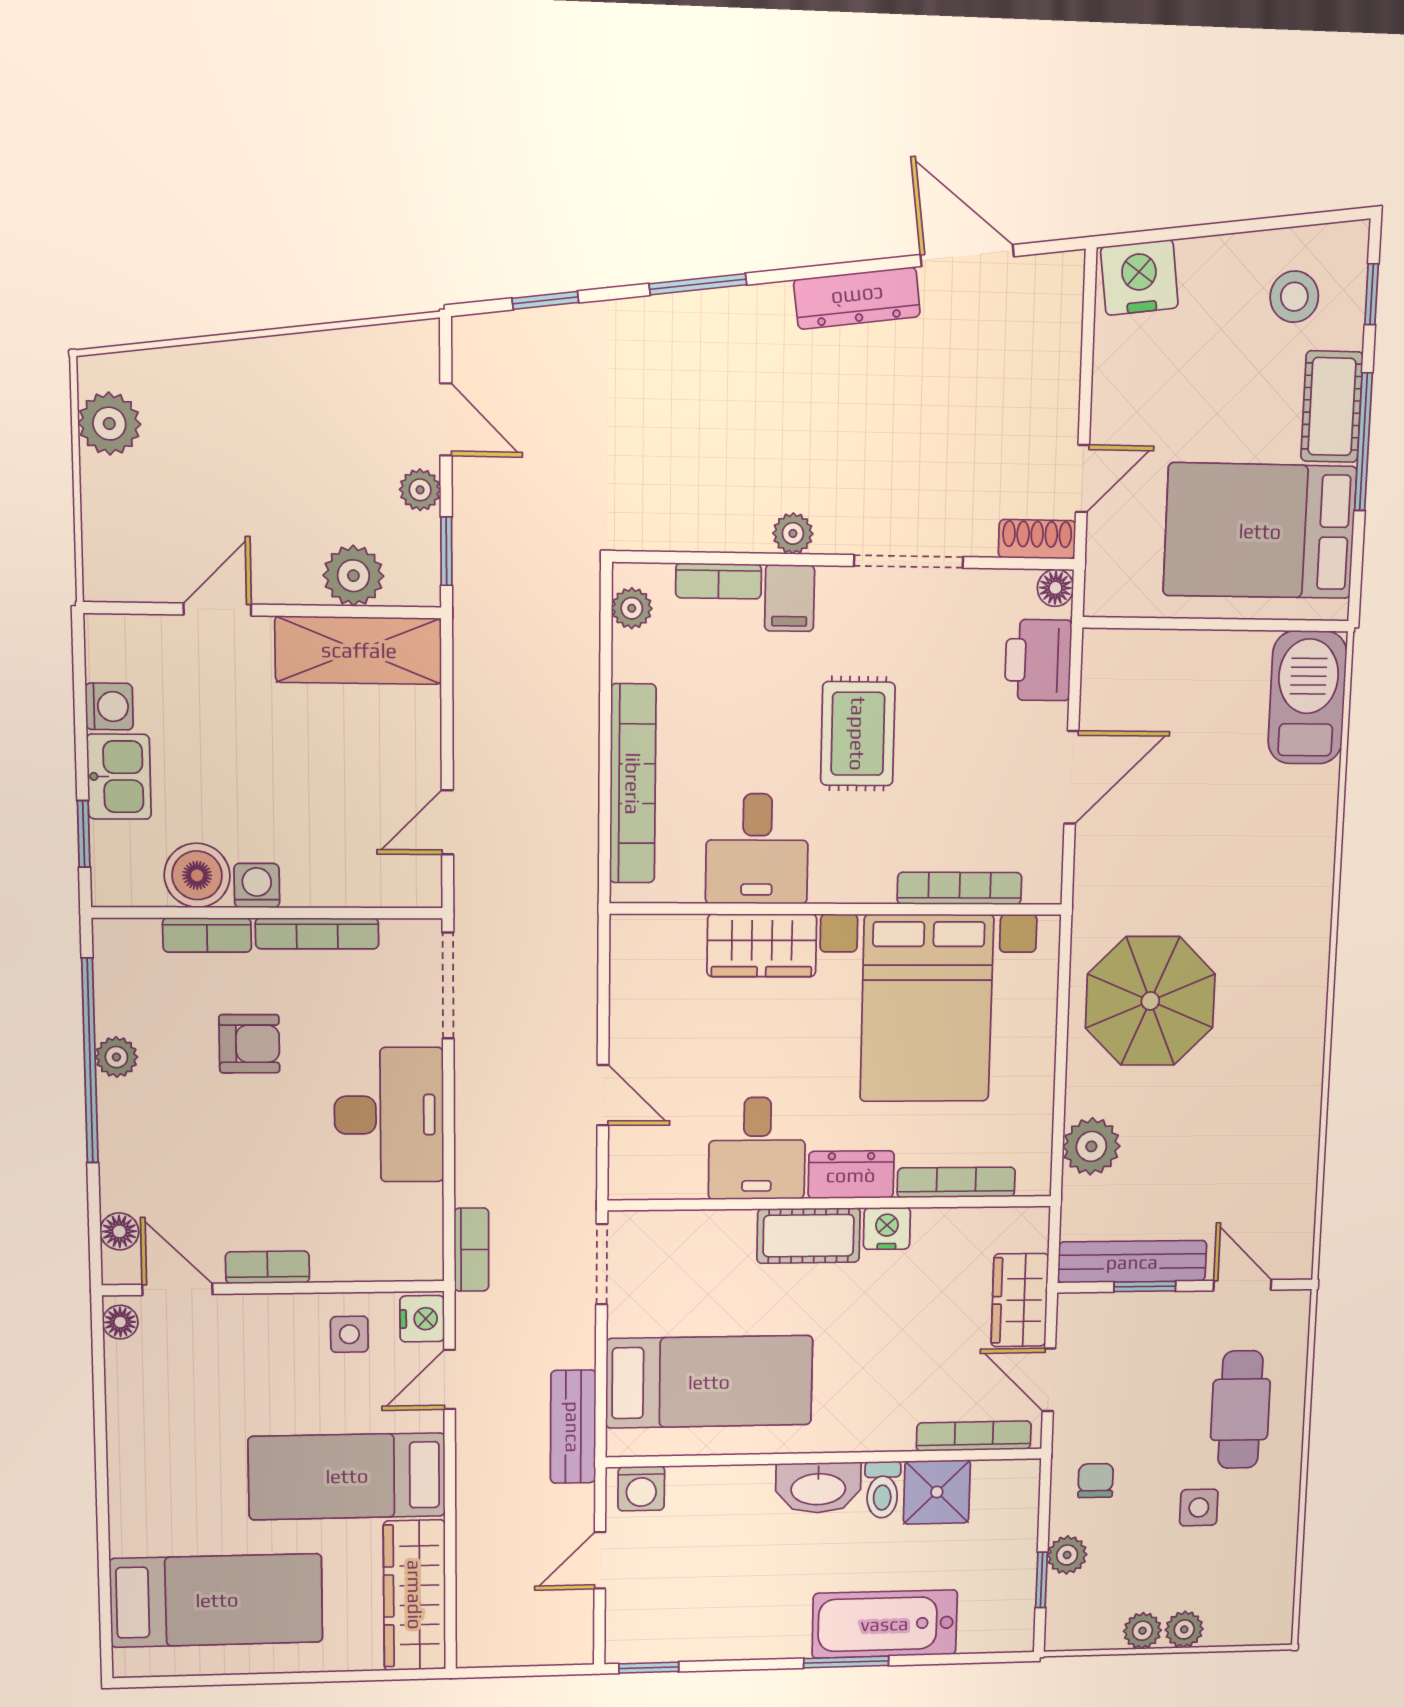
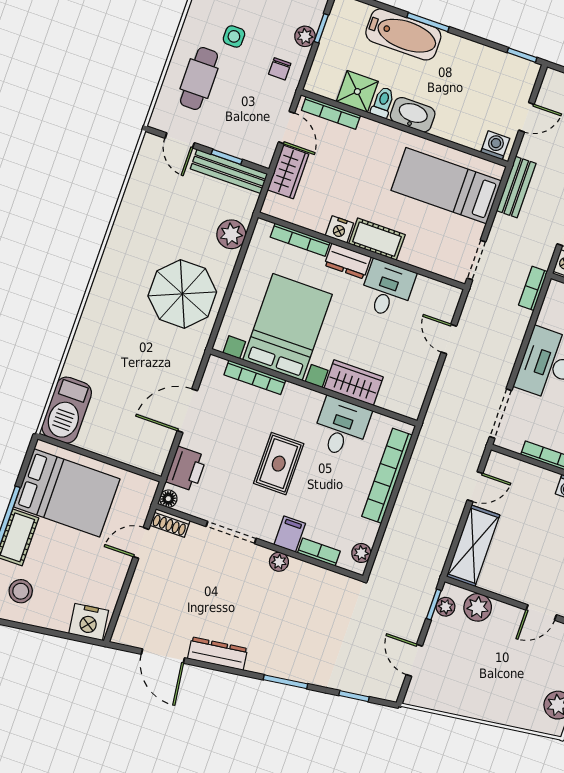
plant: (420, 490) -> (445, 607), moved
shelving: (359, 650) -> (473, 546), moved, turned 90

